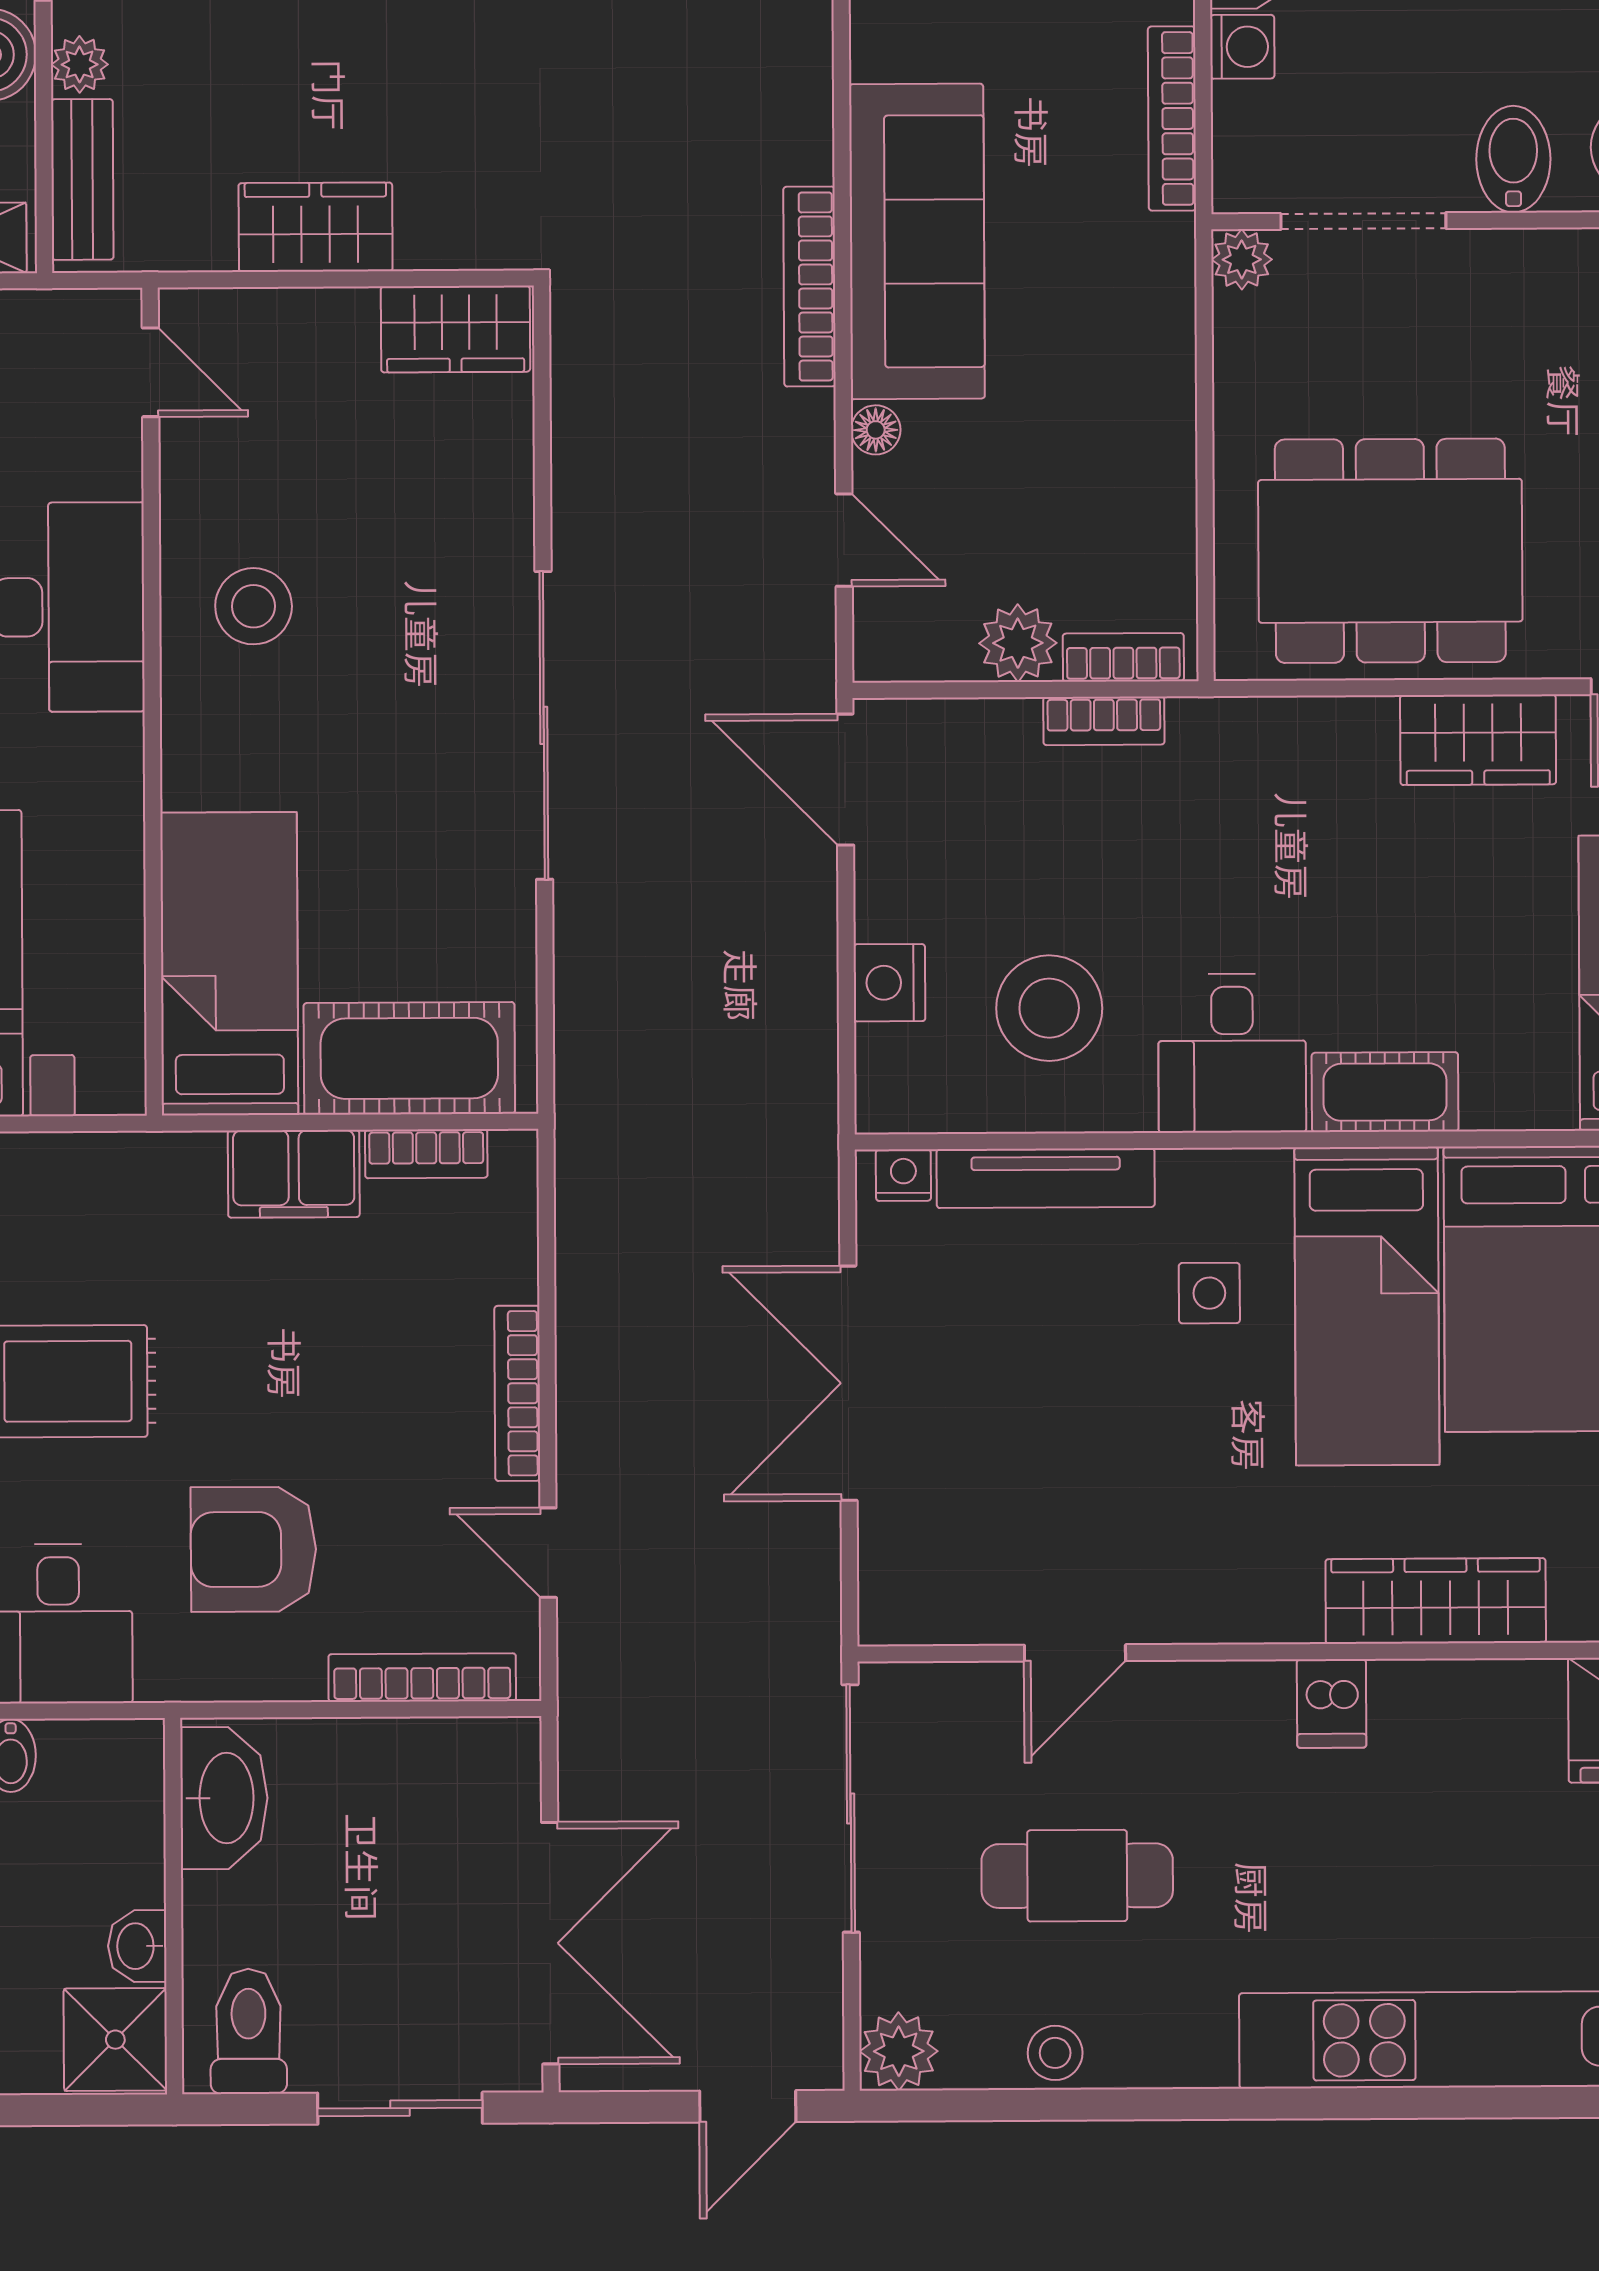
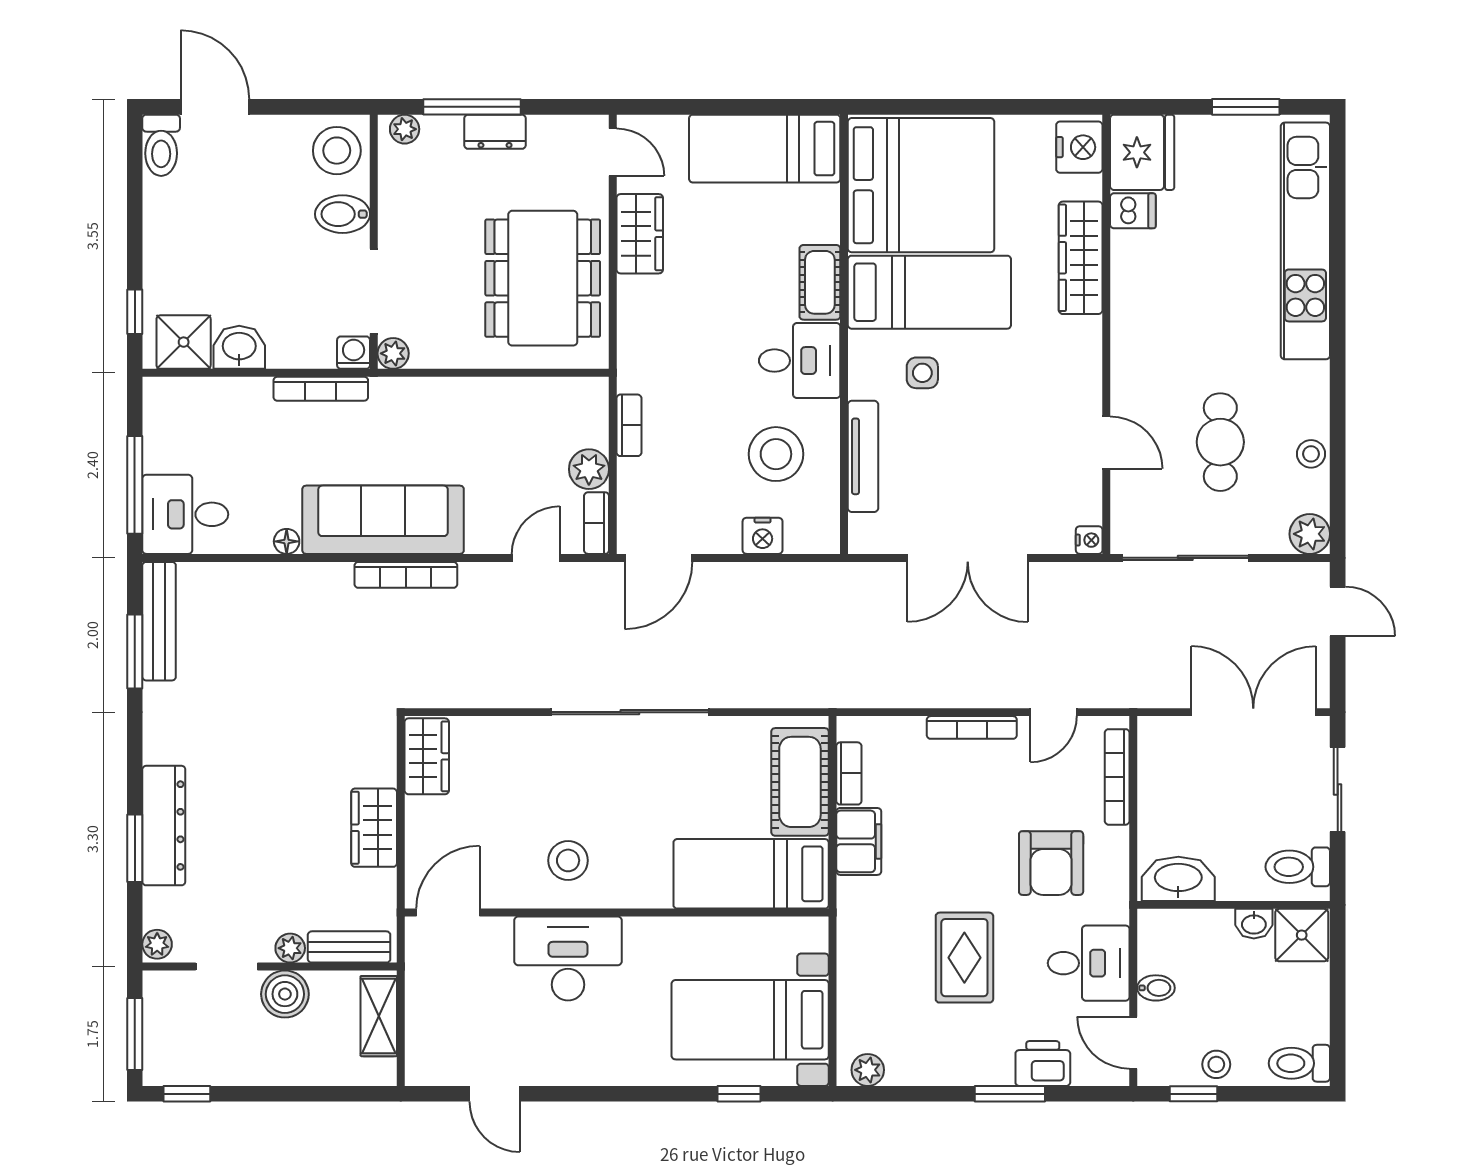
washing machine: (1242, 47) -> (354, 353), moved
door: (150, 372) -> (448, 913), width x1.38
floor lamp: (876, 430) -> (287, 541), moved
bookcase: (1123, 657) -> (597, 523), moved
nightstand: (903, 1175) -> (1089, 540), moved, turned 180
dishwasher: (1332, 1703) -> (1133, 211), moved

